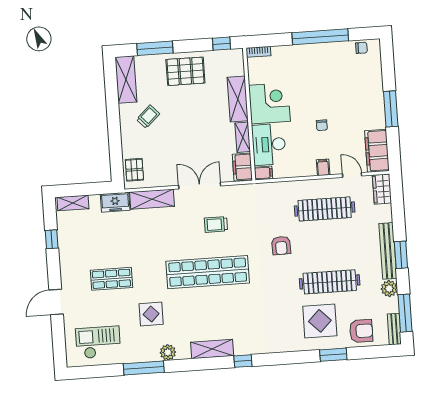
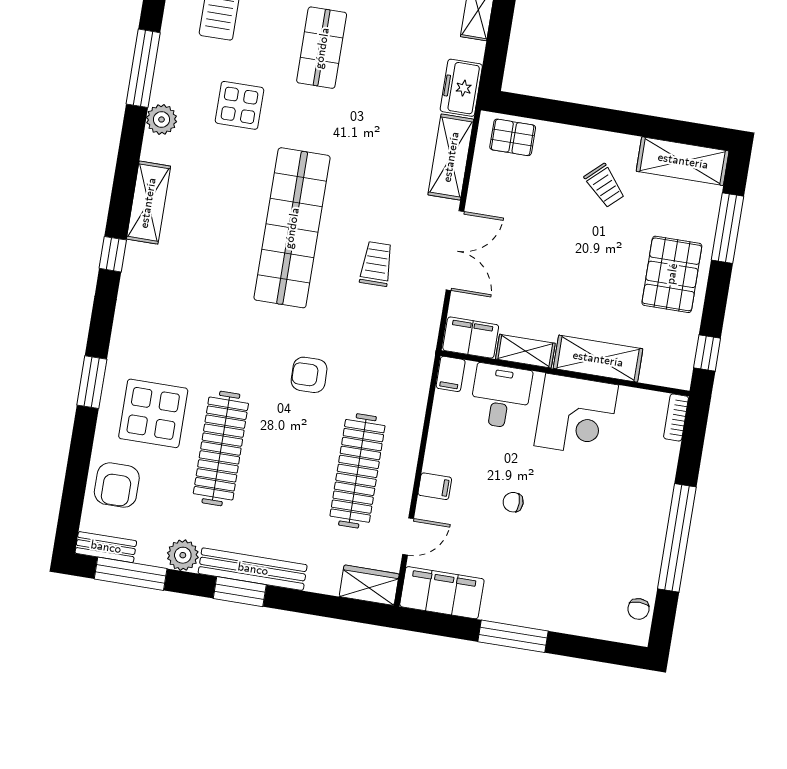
desk: (269, 144) -> (501, 396), width x0.73
window: (333, 355) -> (92, 382), moved

